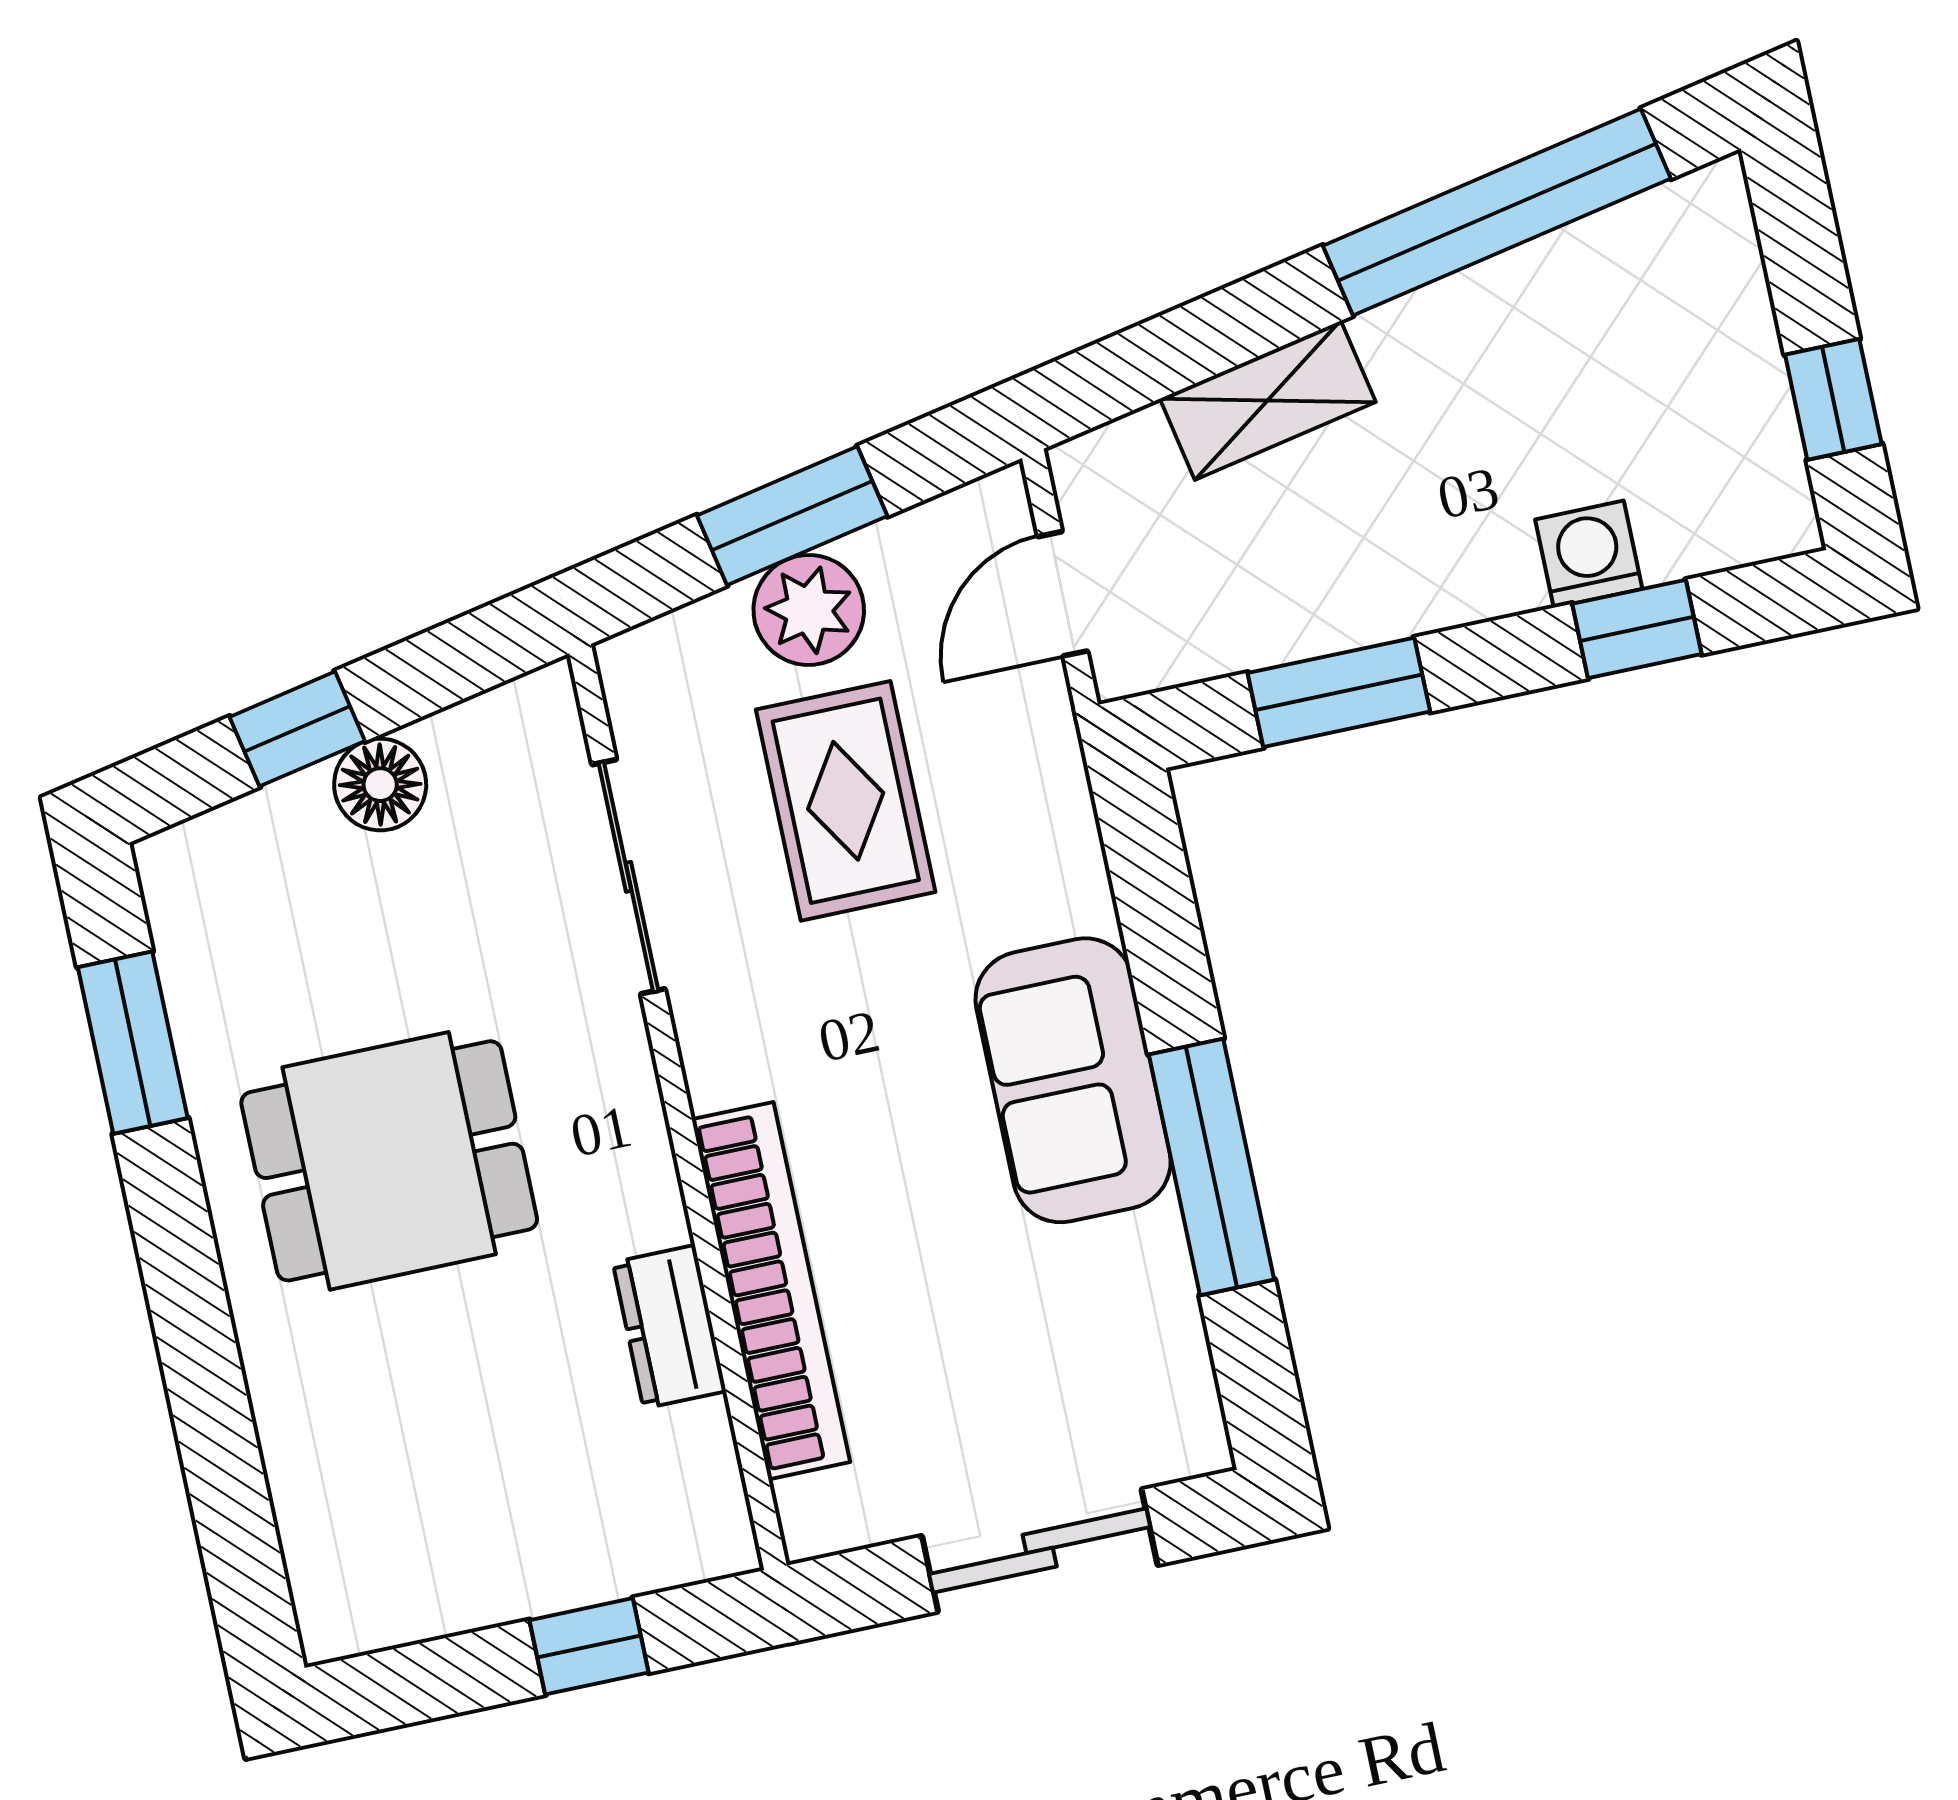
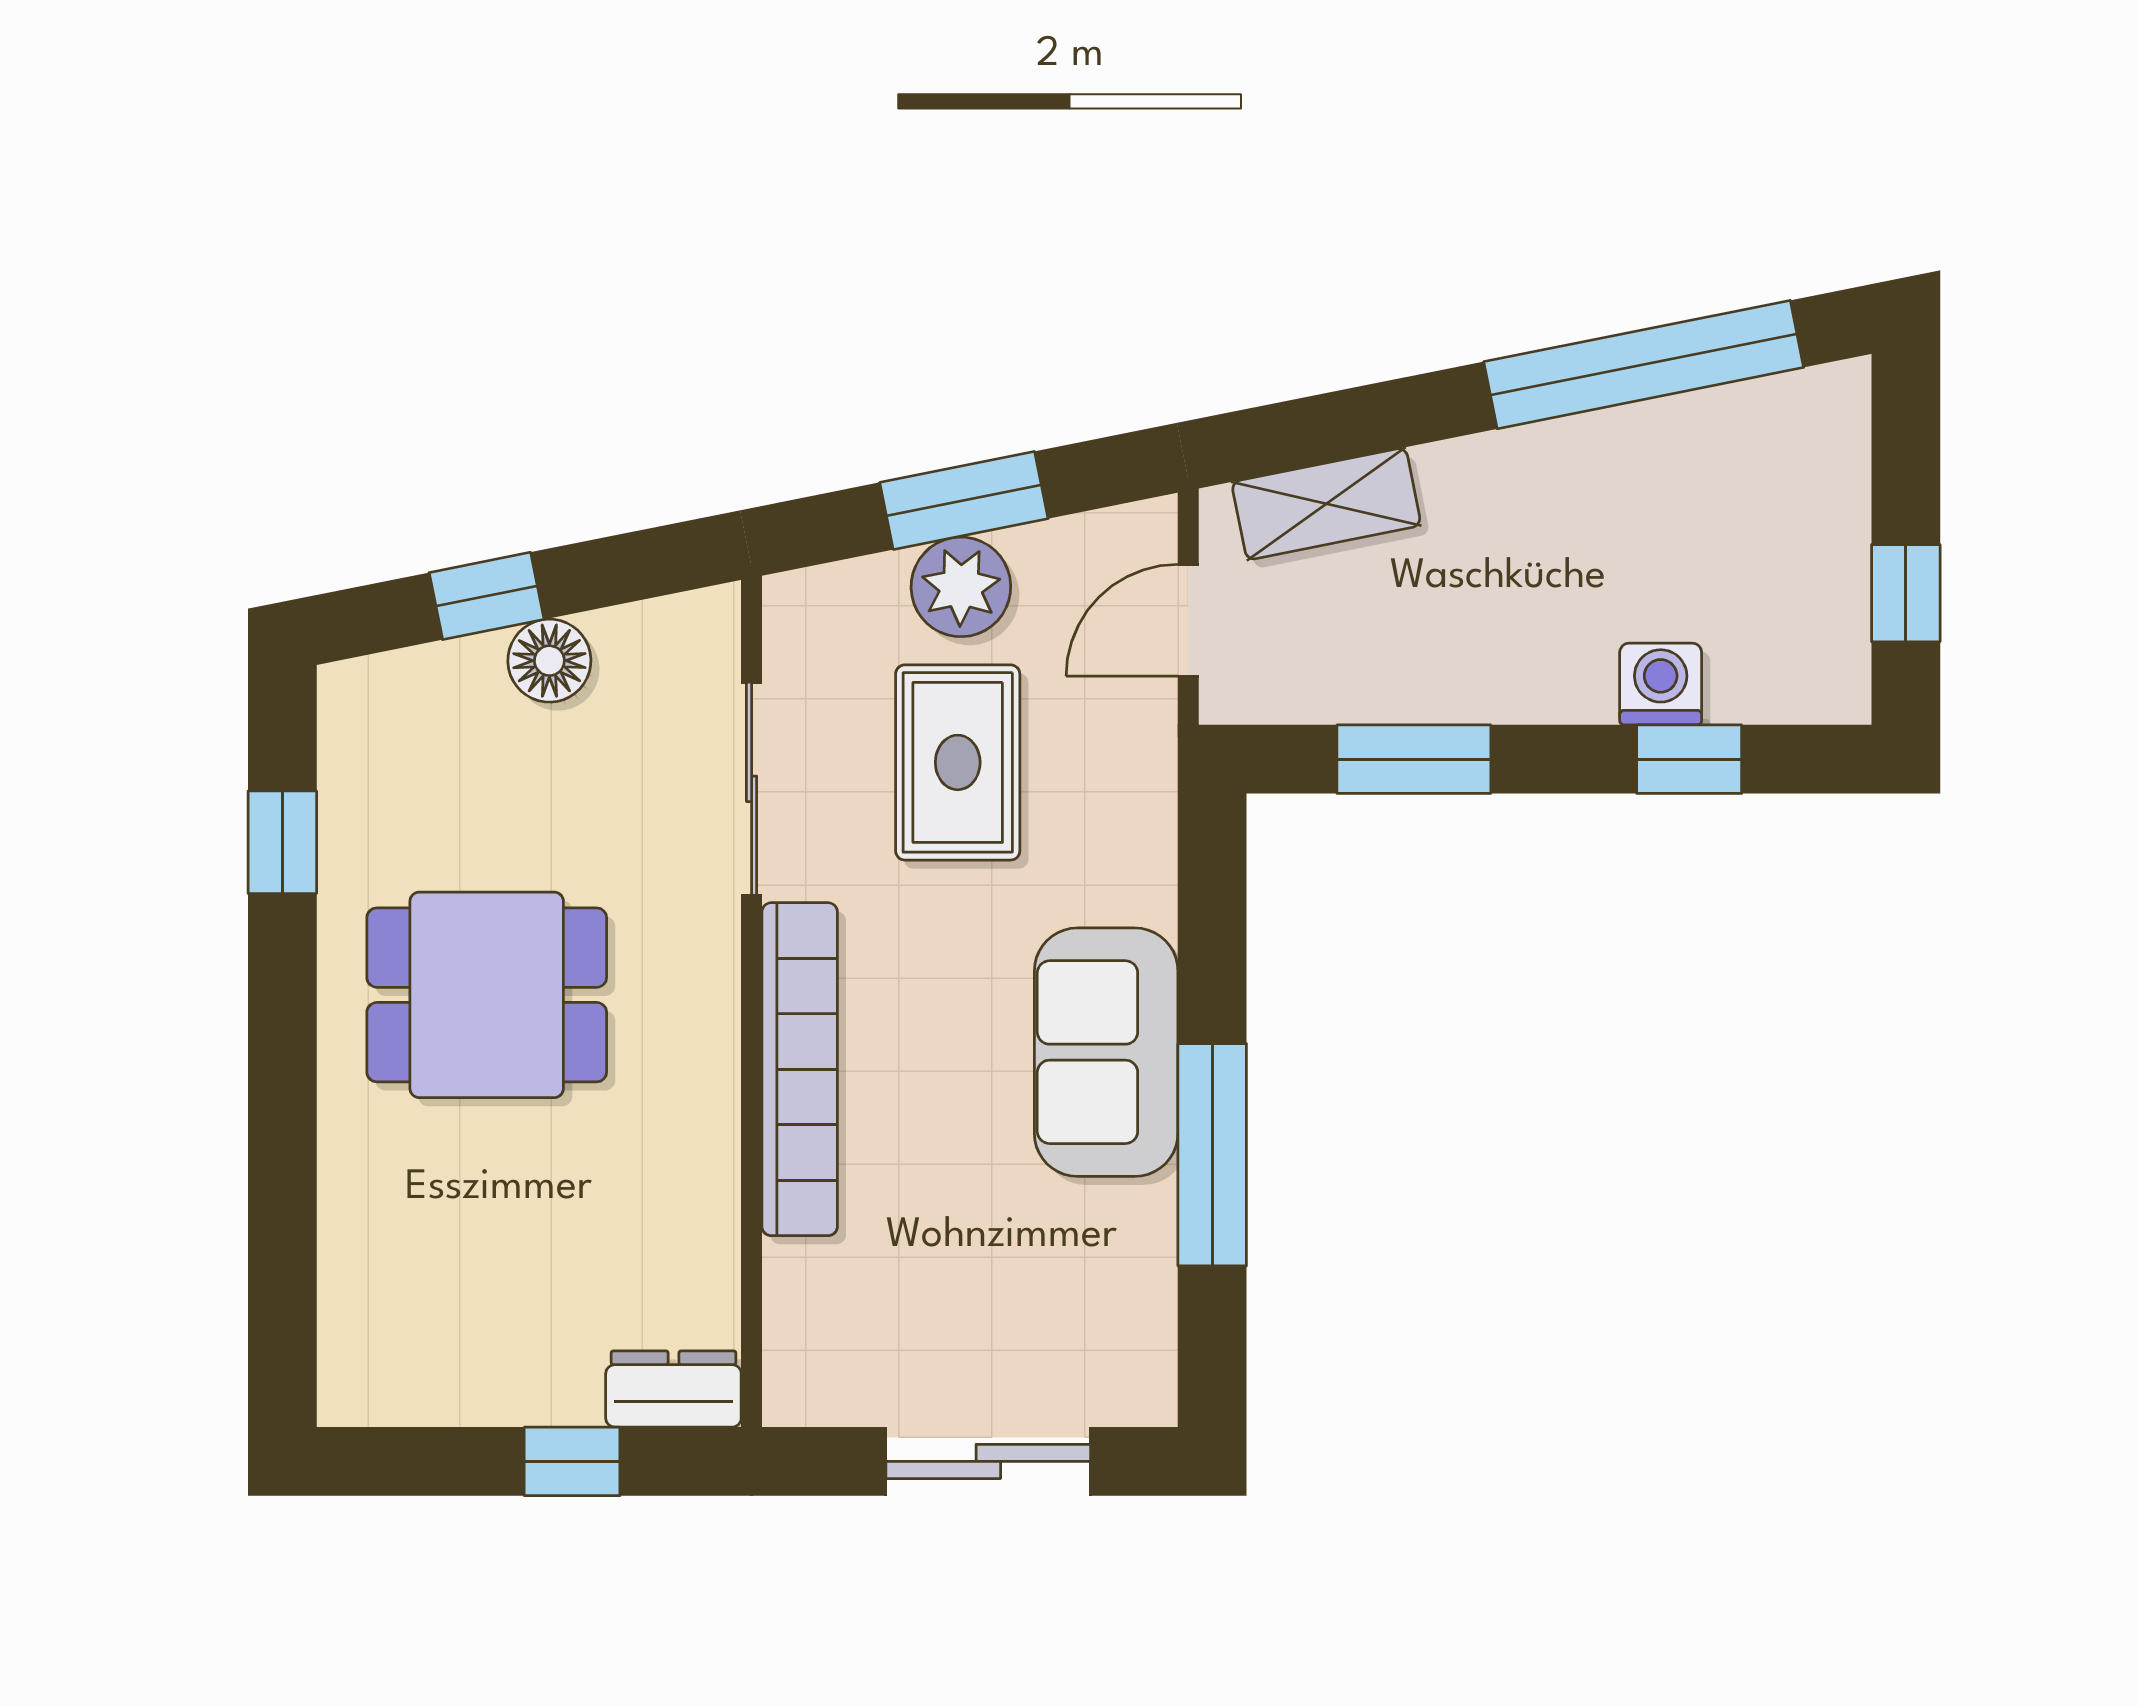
shelving: (1268, 400) -> (1326, 504), moved
window: (133, 1043) -> (282, 842), width x0.67
bookcase: (771, 1291) -> (800, 1069), moved
dresser: (669, 1327) -> (673, 1389), moved, turned 90

